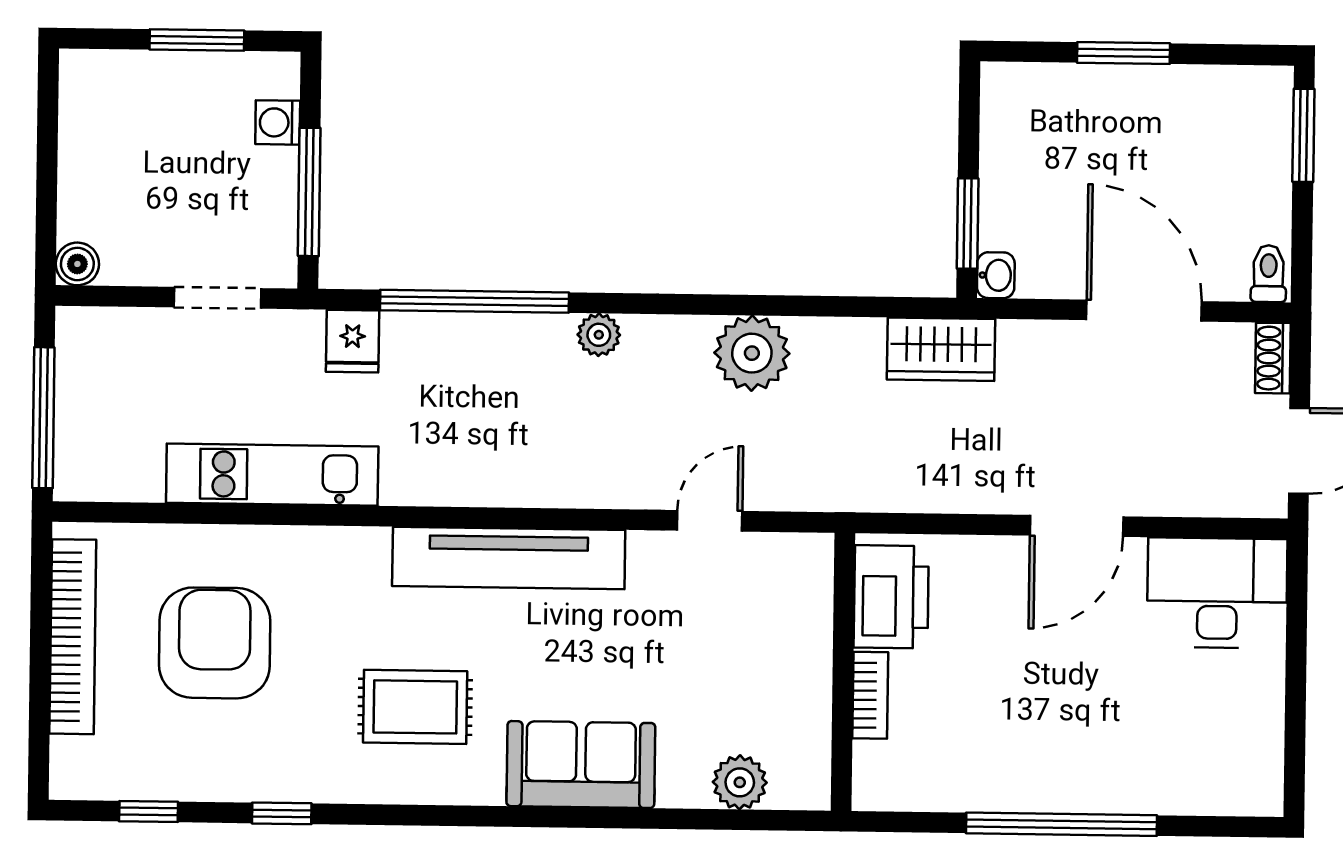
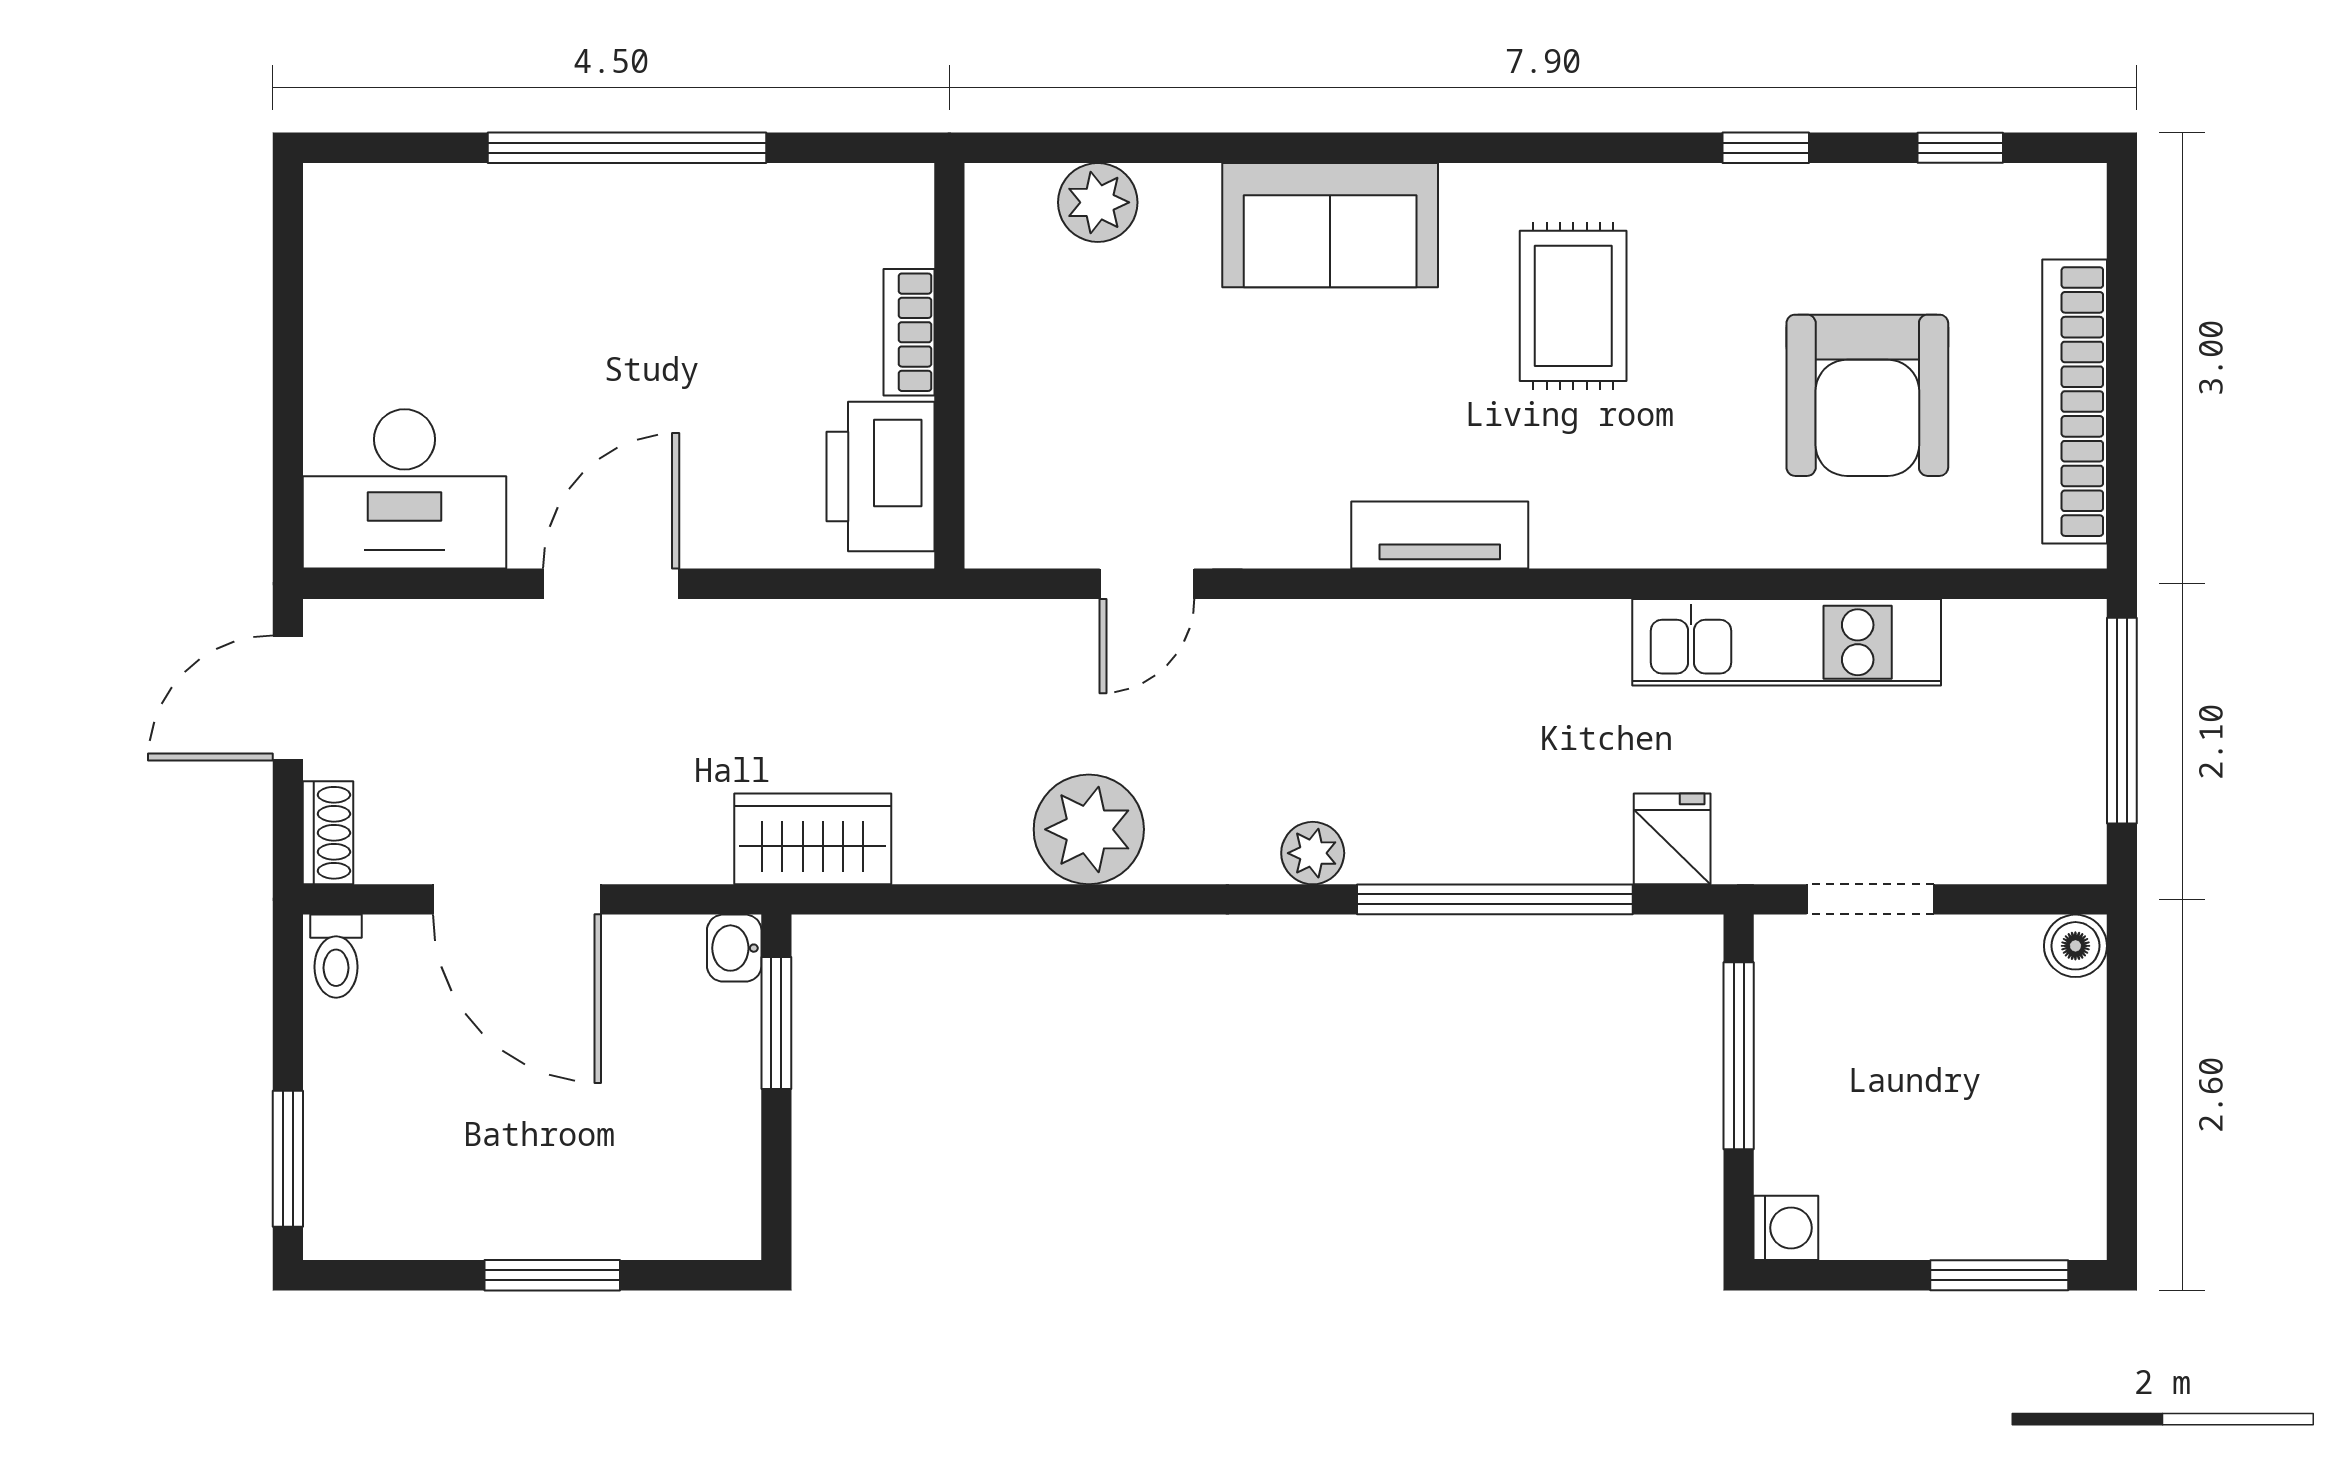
window: (197, 40) -> (1999, 1275), moved
washing machine: (278, 122) -> (1786, 1228), moved
tv unit: (509, 558) -> (1440, 535), width x0.52, depth x0.78
rug: (415, 707) -> (1573, 306), turned 90

